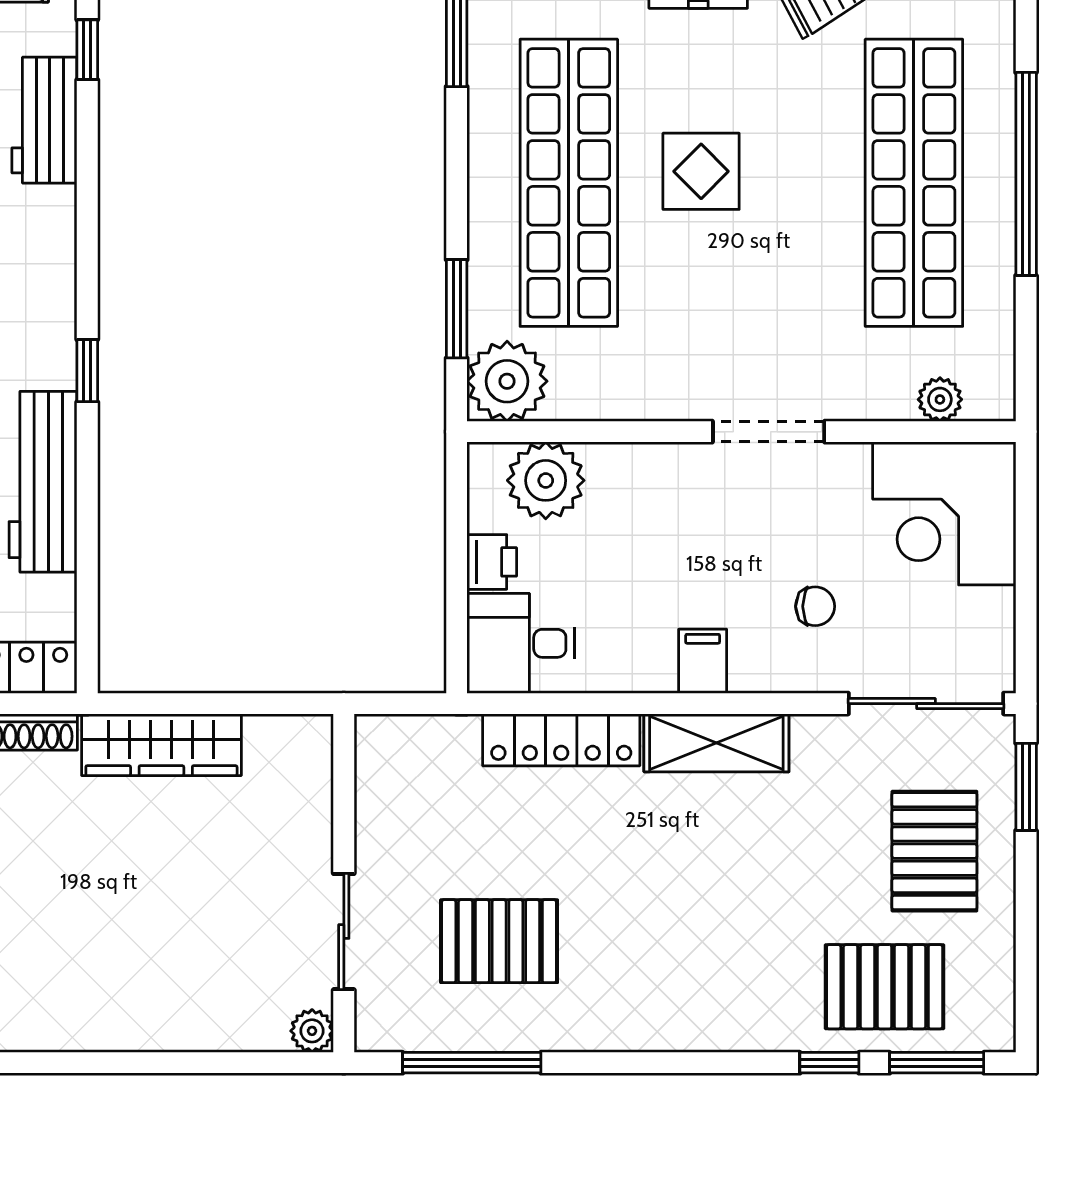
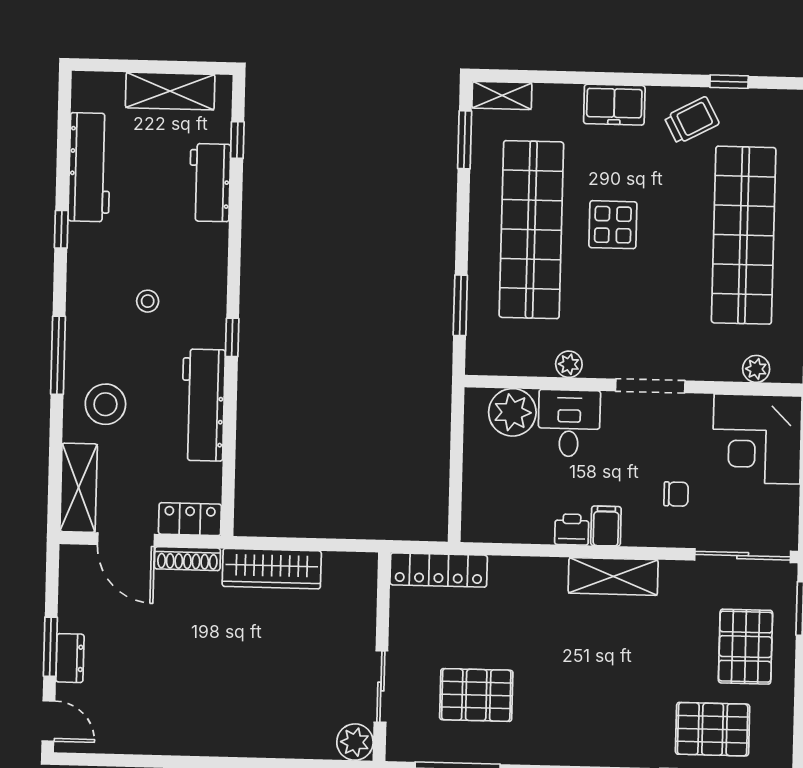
plant: (507, 381) -> (569, 364), moved, width x0.53, depth x0.53
printer: (492, 562) -> (572, 530), moved, turned -90
desk: (521, 643) -> (569, 423), moved, turned 90
locker: (561, 740) -> (439, 570), moved
plant: (312, 1031) -> (355, 742), width x1.38, depth x1.38

